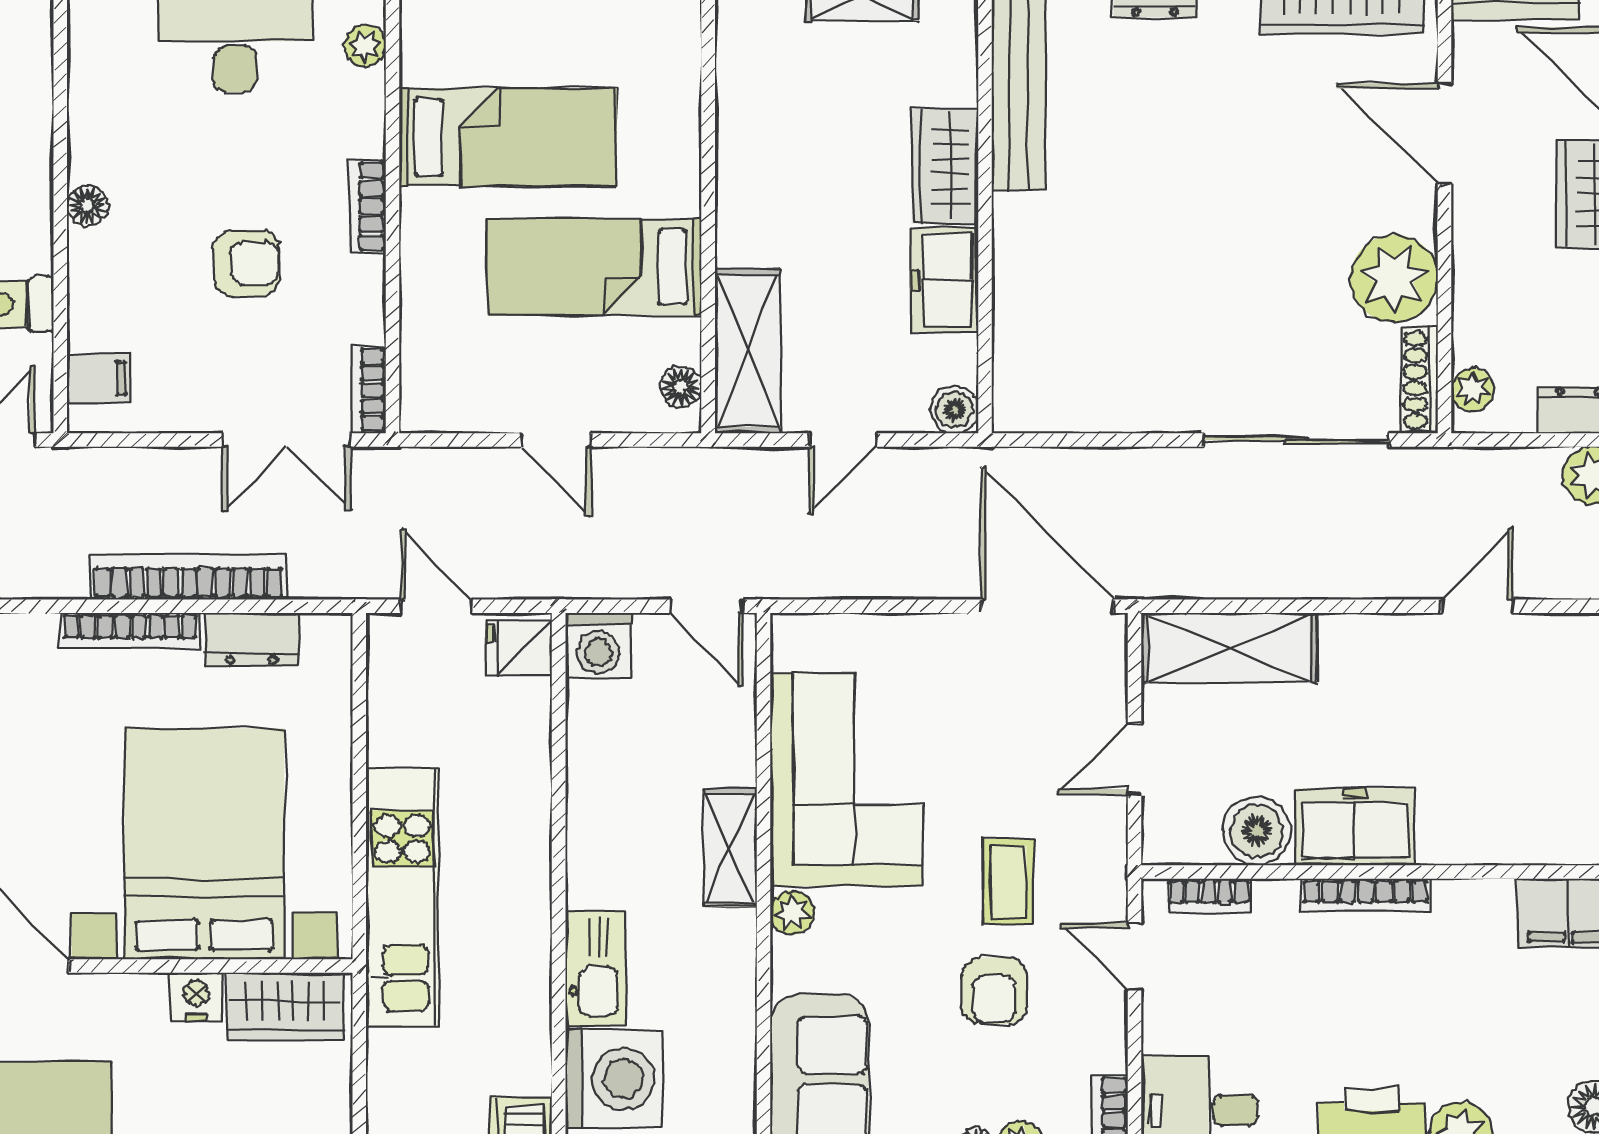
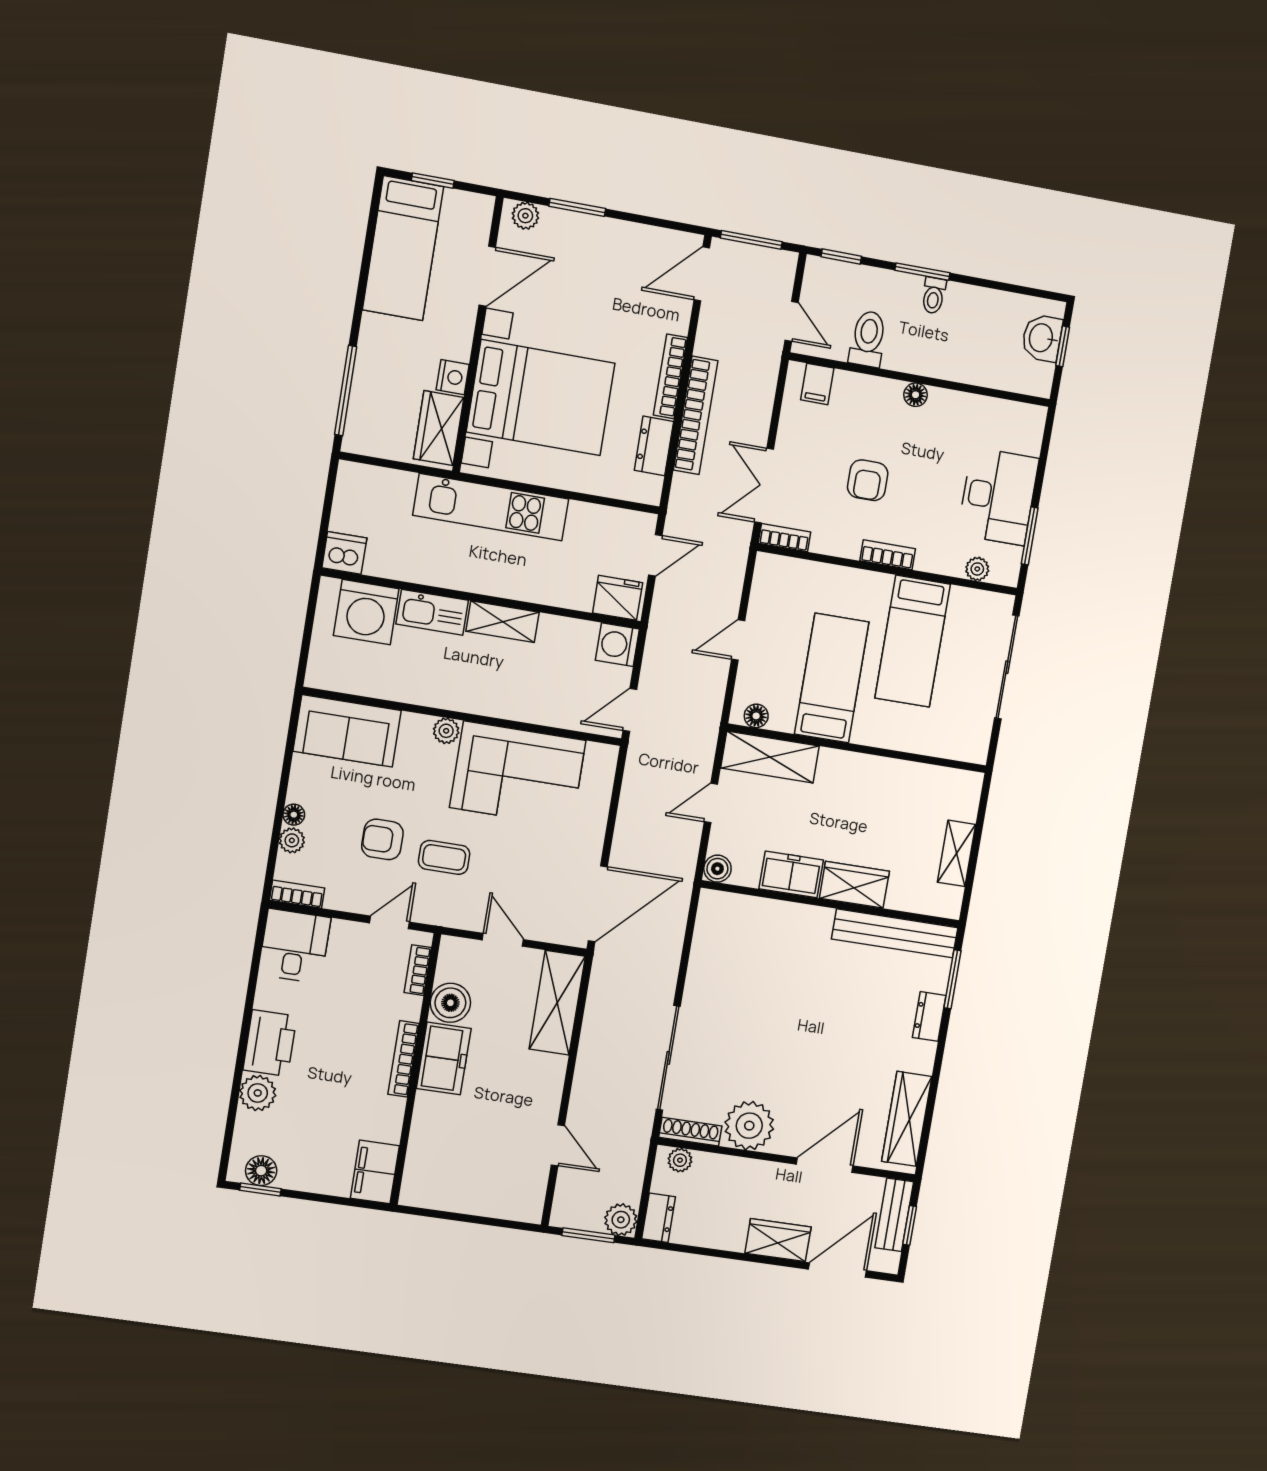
door: (843, 440) -> (711, 803), hinge flipped
fridge: (519, 648) -> (618, 598), width x1.38
shelving: (730, 848) -> (503, 622), moved

